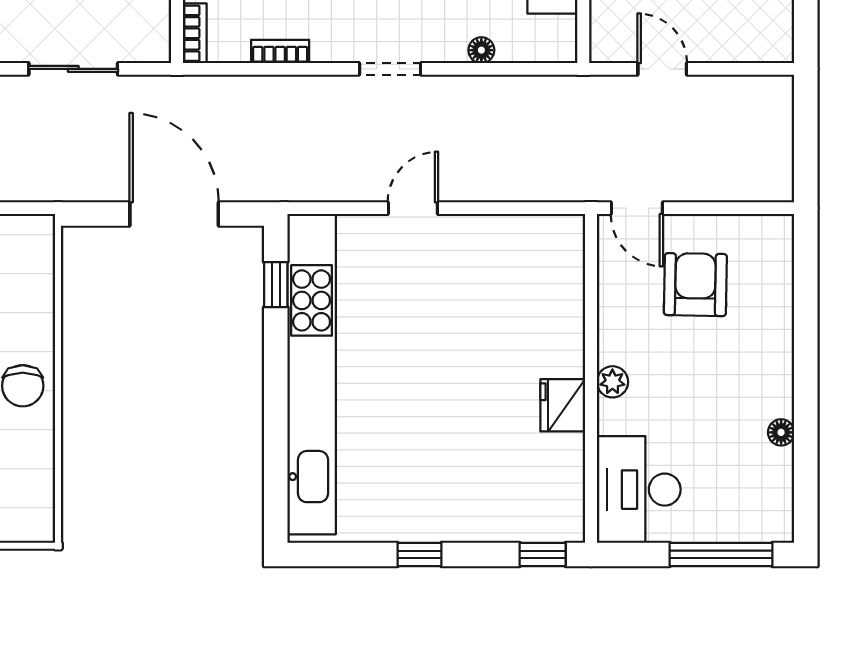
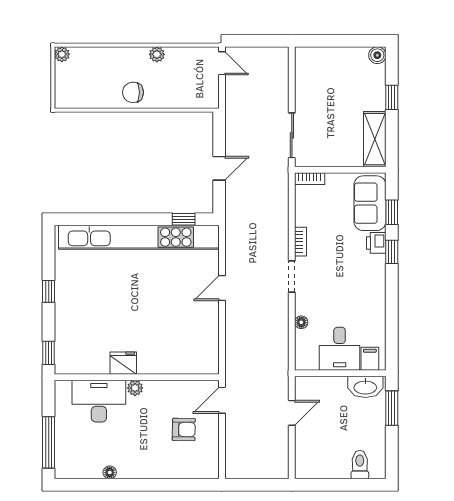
bookcase: (280, 51) -> (301, 242), moved
sliding door: (73, 69) -> (292, 135), moved
door: (413, 208) -> (222, 288), swing flipped
door: (174, 214) -> (219, 168), width x0.53
armchair: (695, 285) -> (184, 429), width x0.72, depth x0.72
desk: (639, 490) -> (99, 401), moved

